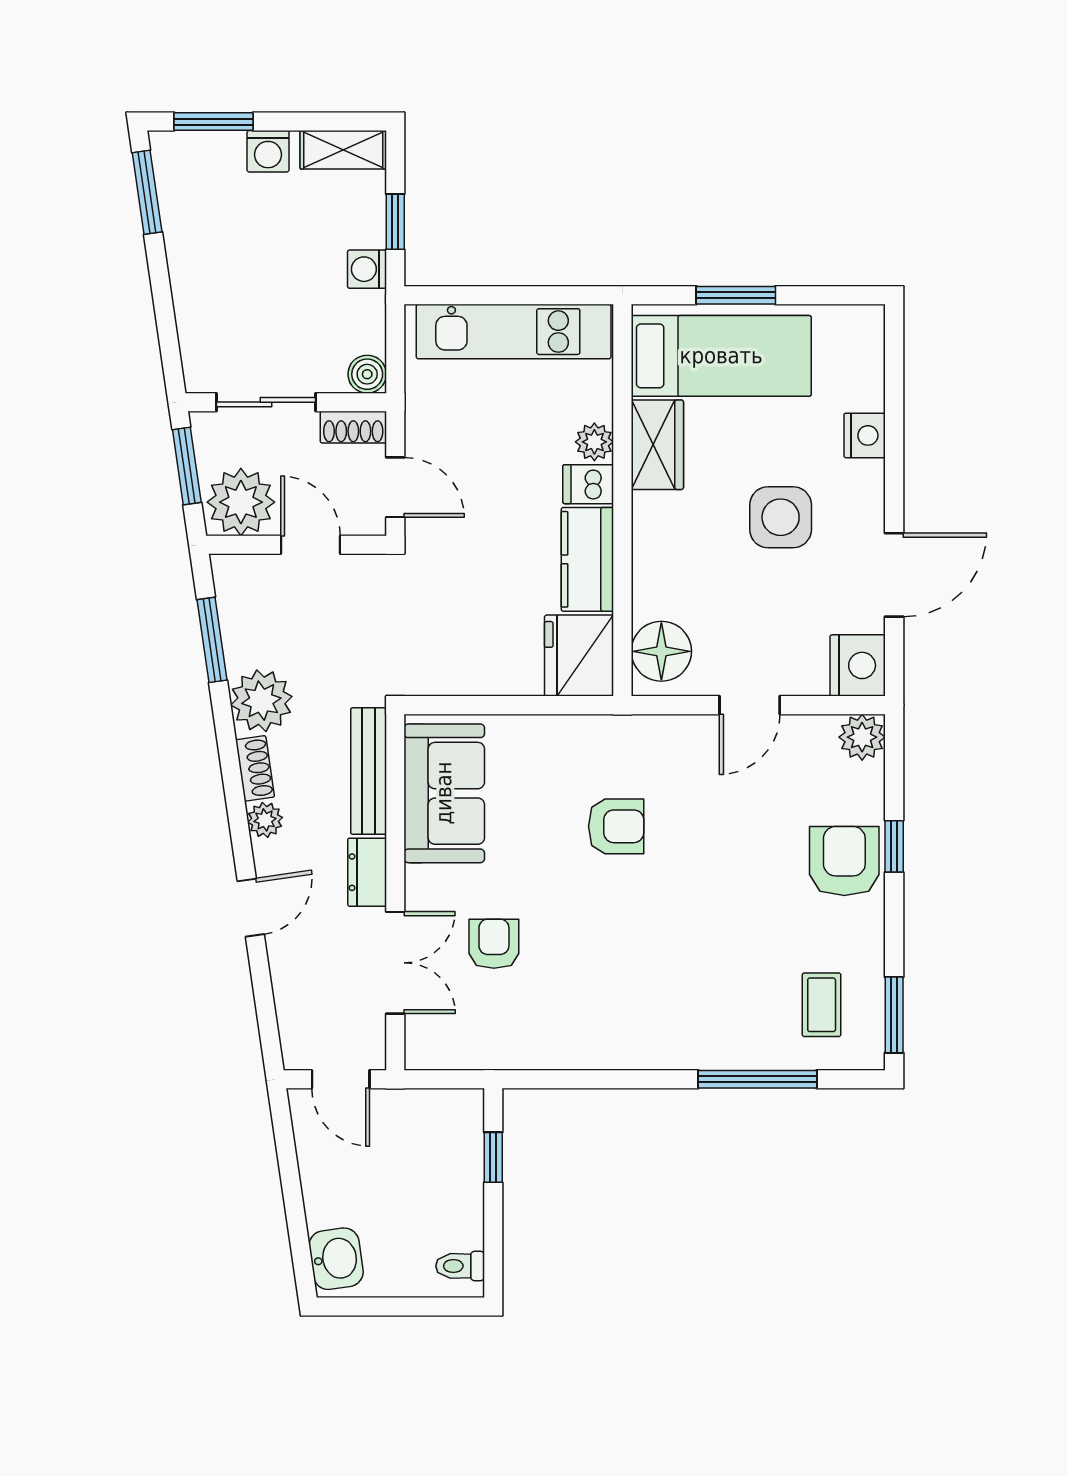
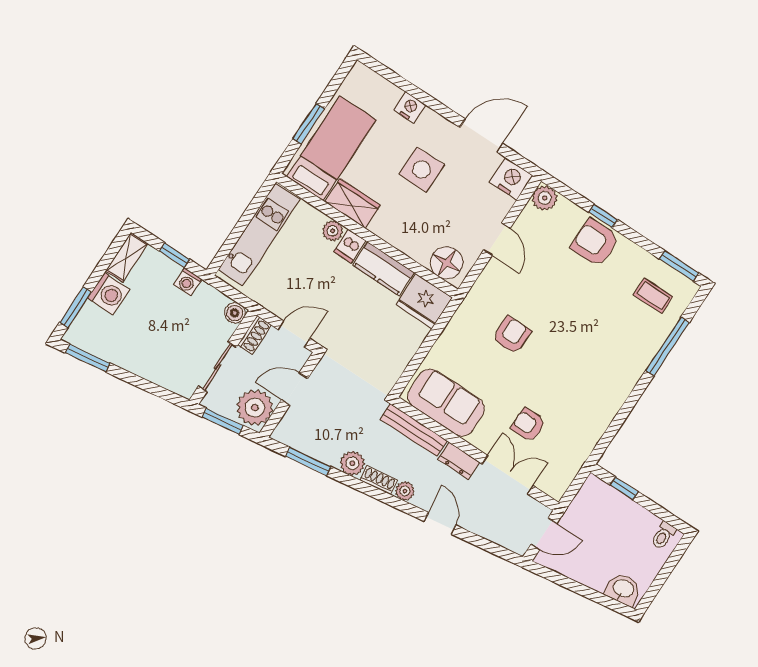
washing machine: (268, 151) -> (109, 294), width x1.38, depth x1.38
door: (894, 575) -> (481, 136), hinge flipped
plant: (261, 701) -> (352, 463), width x0.73, depth x0.73

